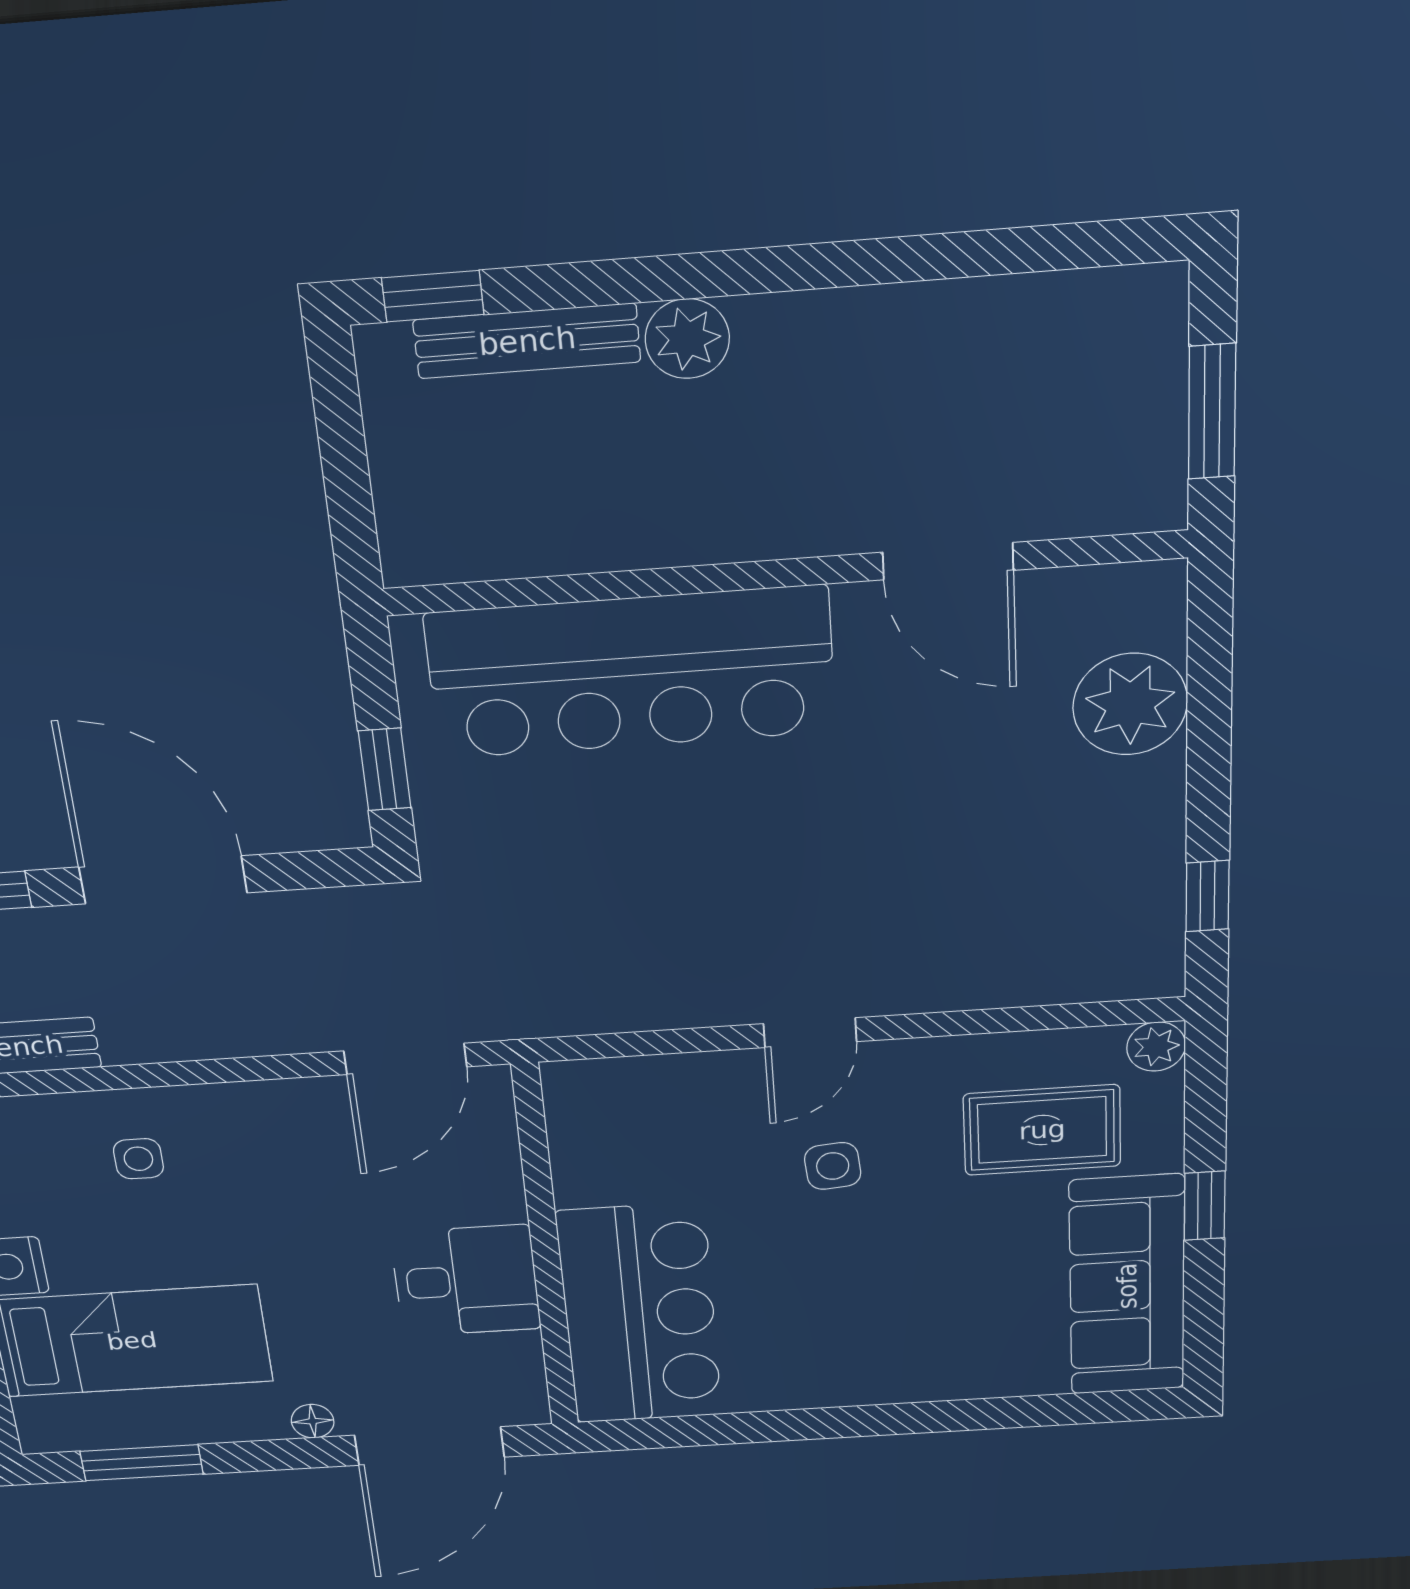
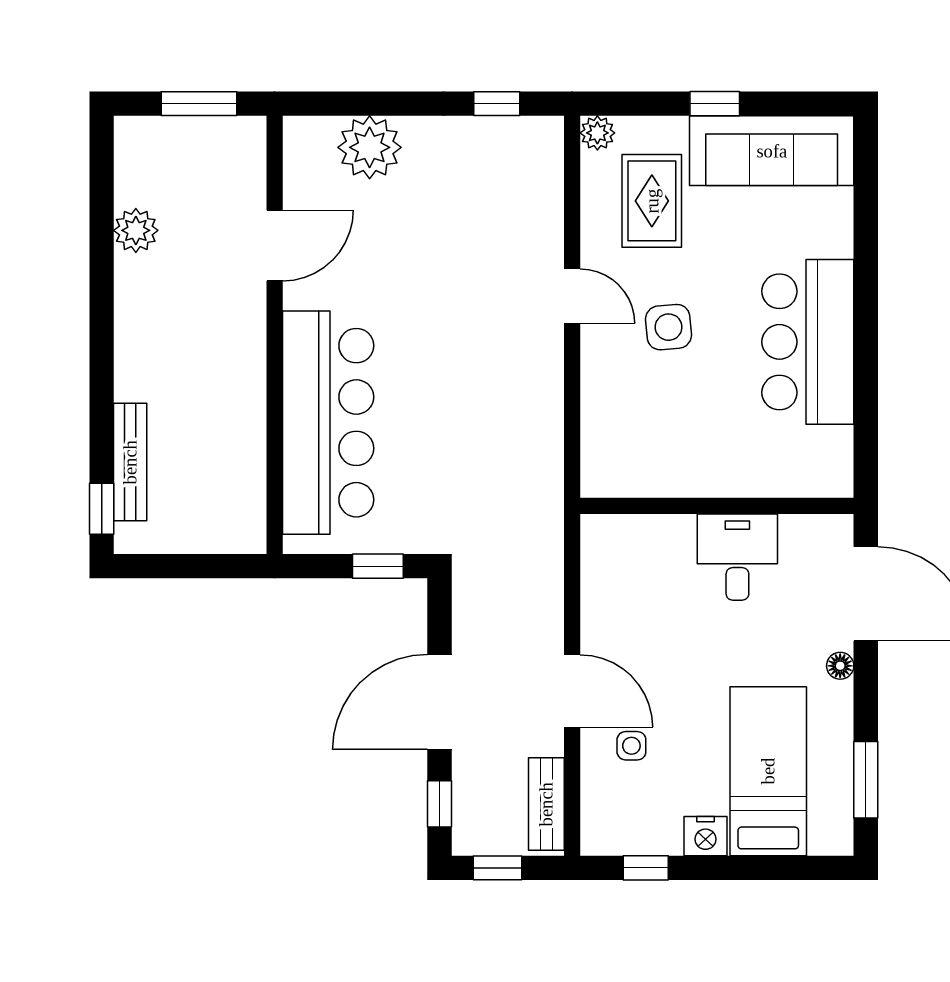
plant: (687, 339) -> (136, 230), moved
door: (810, 1033) -> (572, 296), moved
door: (405, 1059) -> (572, 691), moved
side table: (833, 1166) -> (669, 327), width x1.37, depth x1.37
bar counter: (640, 1314) -> (808, 342), moved, turned -90

